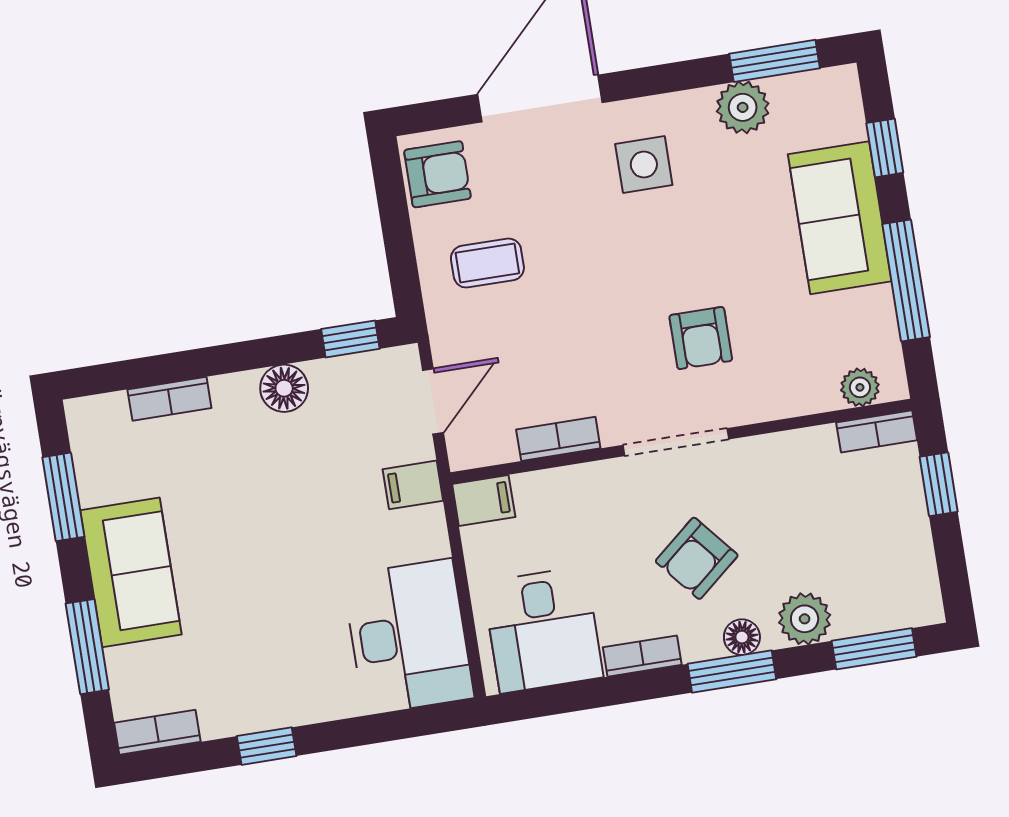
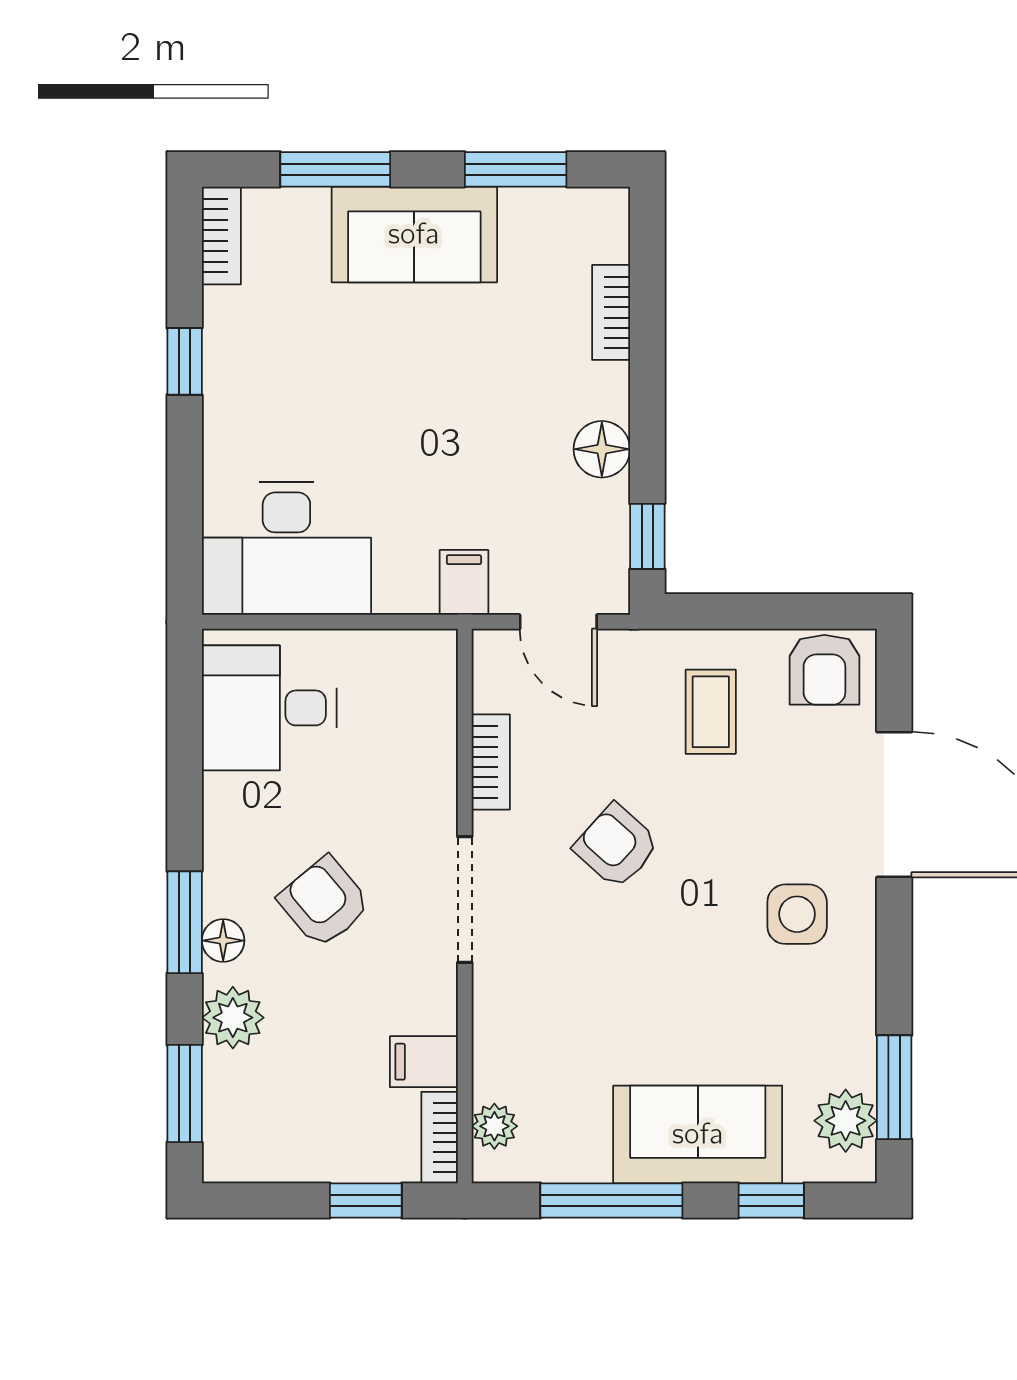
plant: (743, 107) -> (846, 1121), moved
armchair: (701, 338) -> (616, 846), moved, turned 42
filing cabinet: (484, 500) -> (424, 1062), moved, turned 90
bookcase: (642, 656) -> (220, 820), removed

